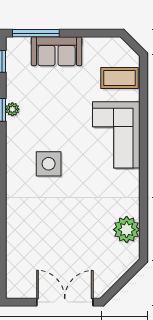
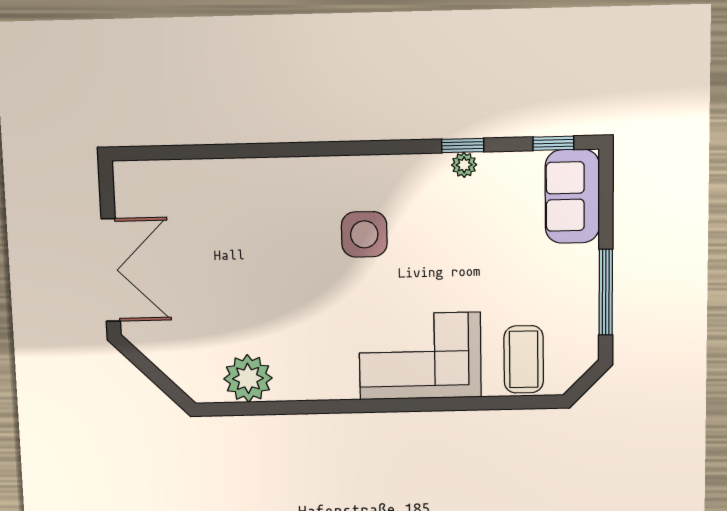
window: (36, 33) -> (606, 292), moved
sofa: (57, 51) -> (572, 196), moved

